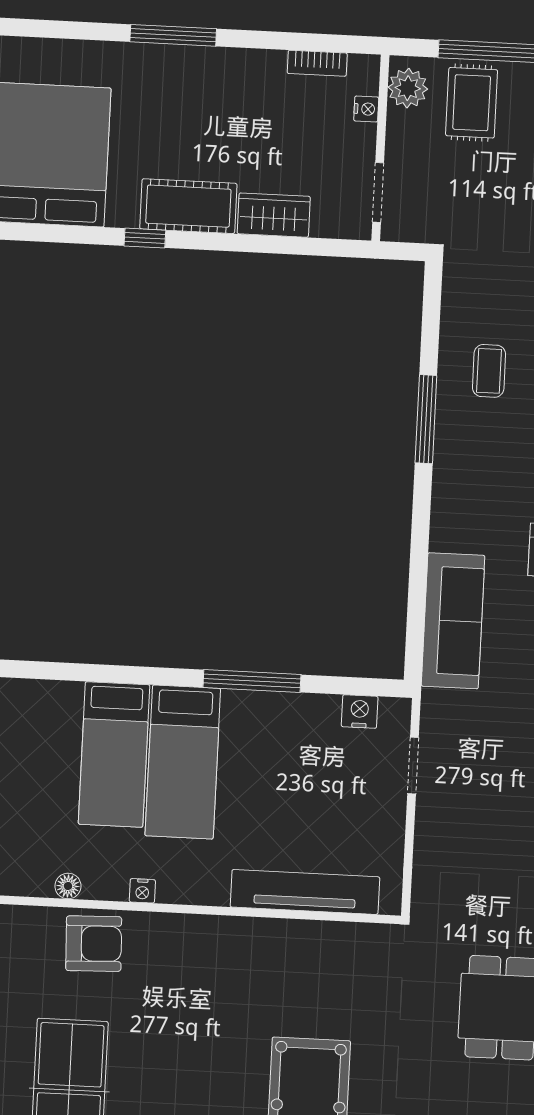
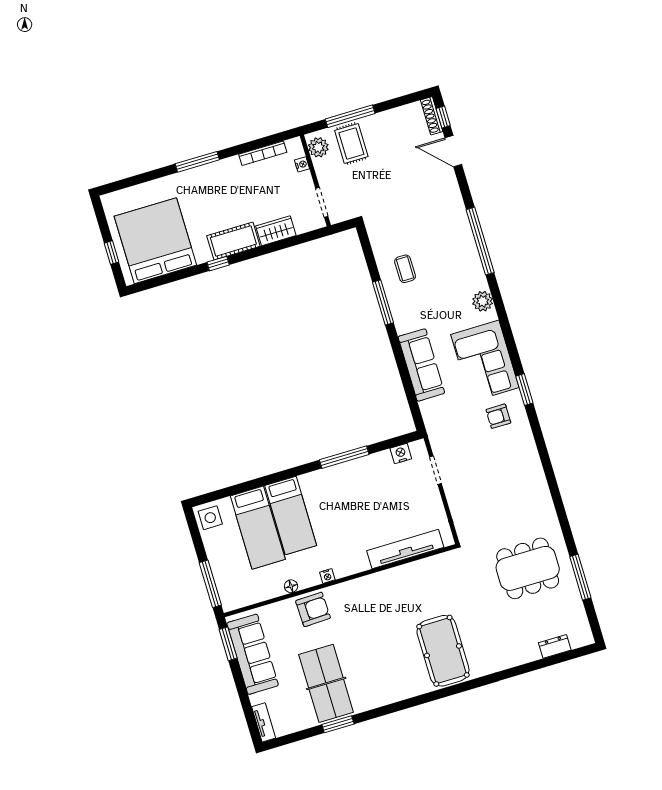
bookcase: (317, 63) -> (263, 153), width x1.56
sofa: (453, 621) -> (421, 365), moved
bed: (183, 762) -> (258, 528), moved

